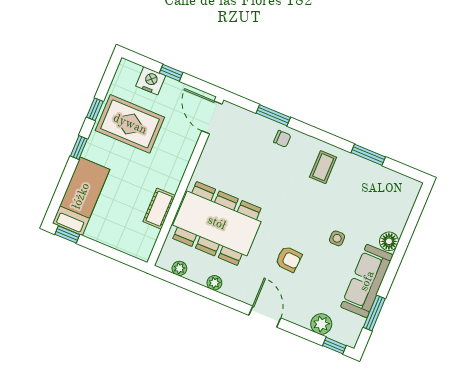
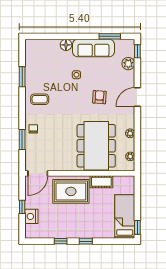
rug: (130, 124) -> (71, 191), moved, turned 90
bed: (81, 196) -> (125, 216), moved, turned 90

